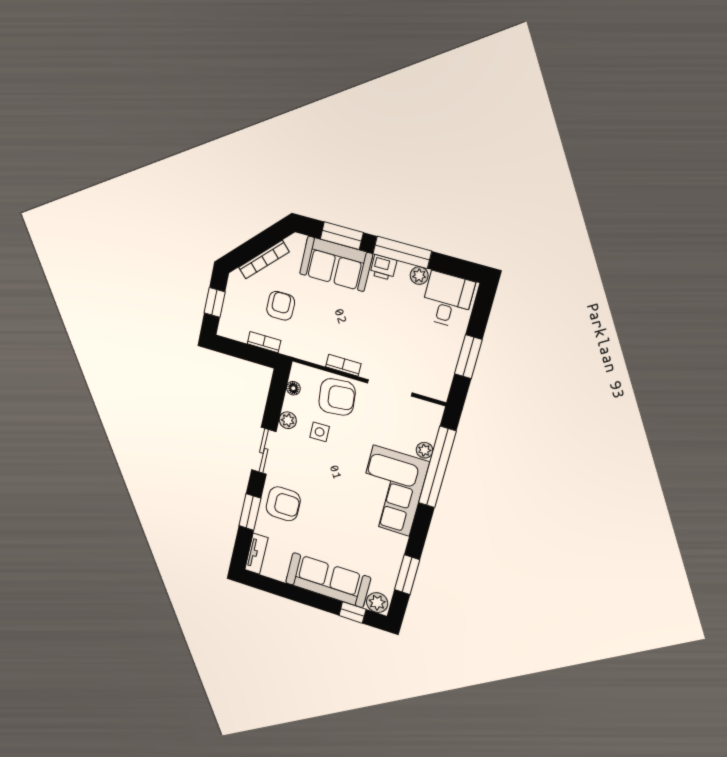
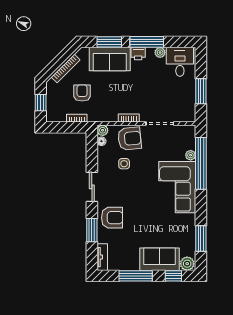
plant: (288, 420) -> (103, 130), moved
sofa: (328, 580) -> (160, 259), width x0.73
window: (298, 595) -> (136, 276), added

